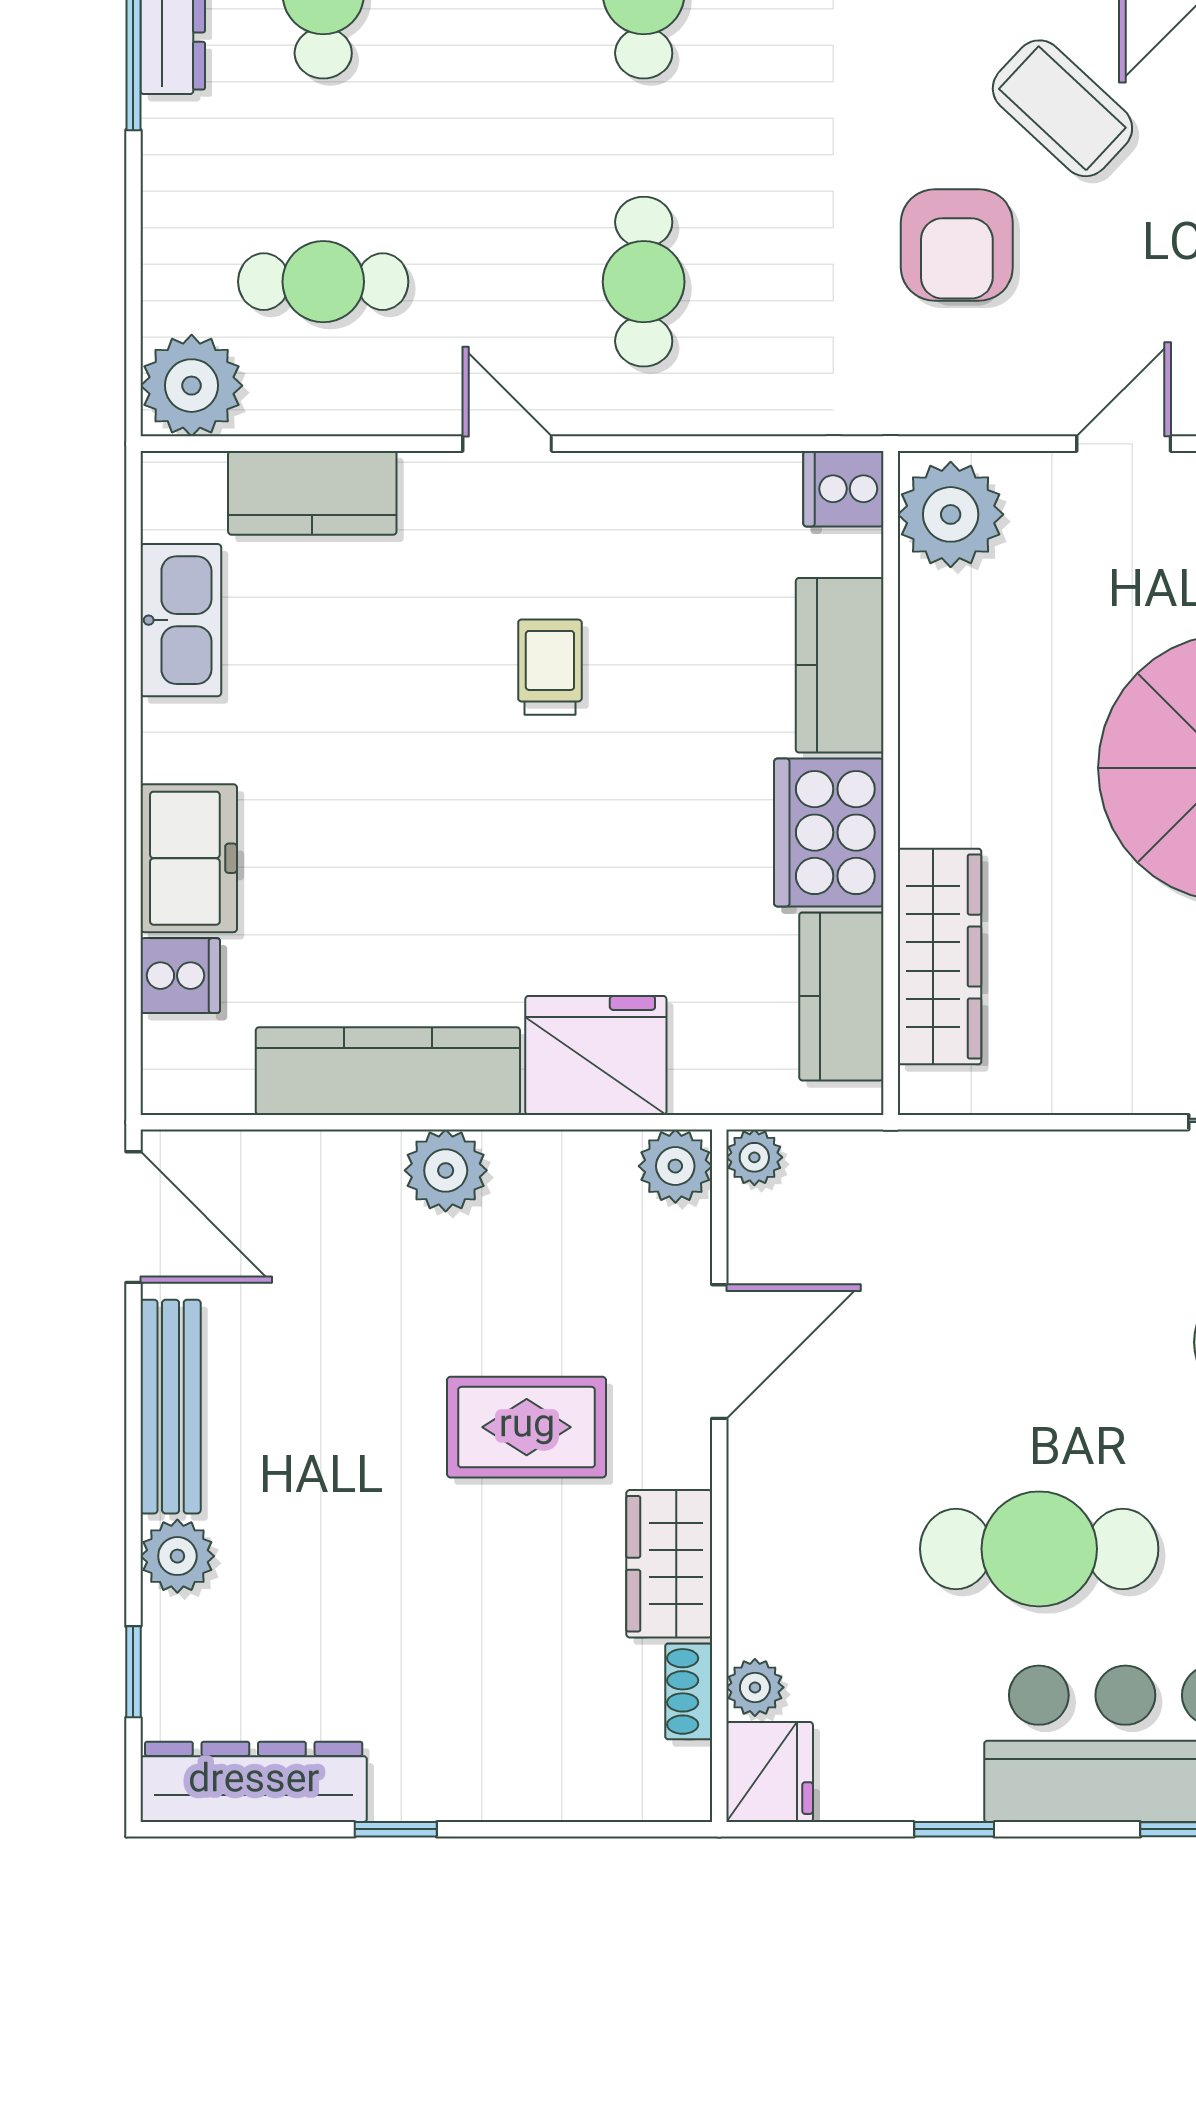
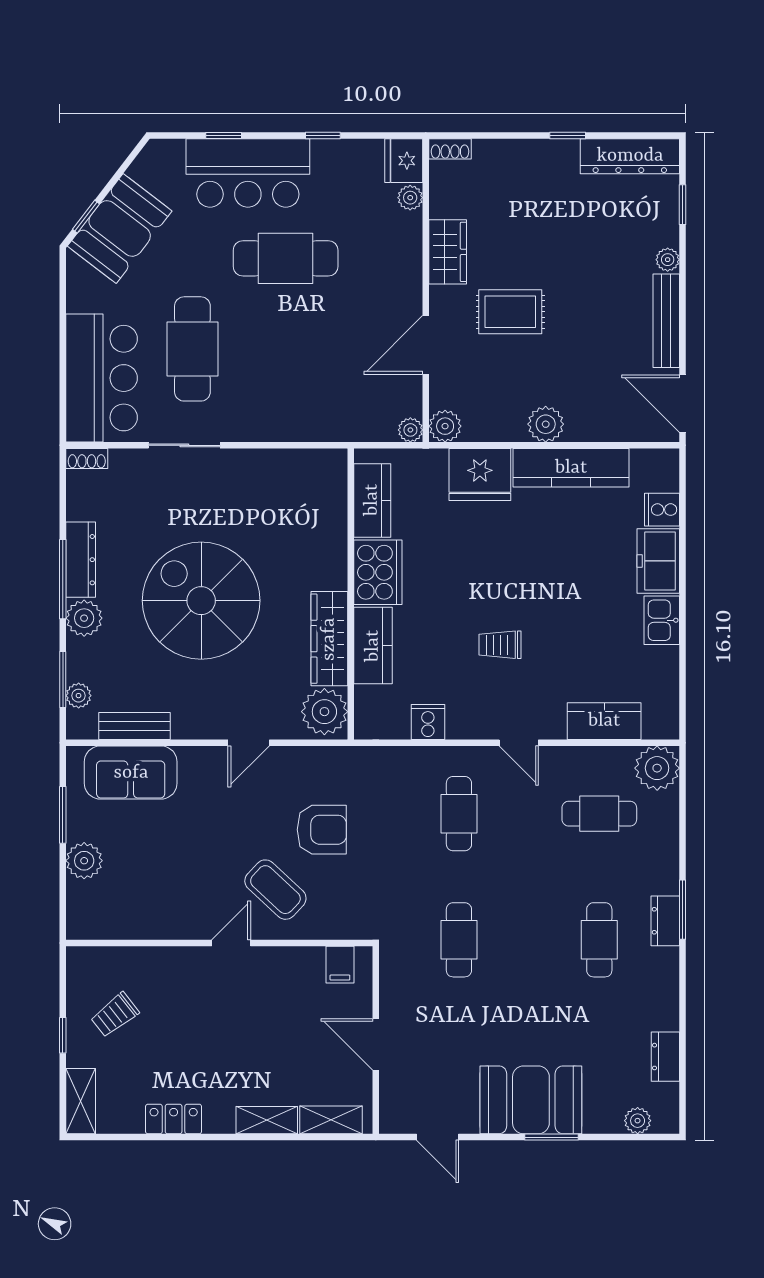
armchair: (957, 245) -> (322, 830), turned 90
cooker: (843, 489) -> (428, 722), moved, turned -90
kitchen sink: (181, 620) -> (662, 620), moved, width x0.73
trolley: (550, 667) -> (500, 645), turned 90
wardrobe: (939, 957) -> (329, 639), moved
plant: (177, 1556) -> (668, 260), width x0.73, depth x0.73
shoe rack: (689, 1691) -> (450, 149), moved, turned 90

